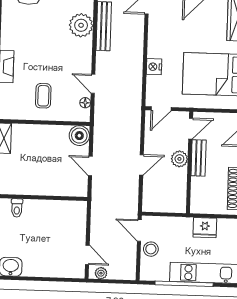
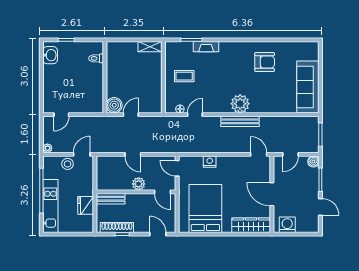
boiler: (79, 136) -> (114, 105), moved
bench: (199, 158) -> (111, 199), moved
plant: (101, 273) -> (47, 148), moved

